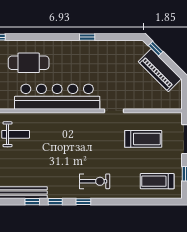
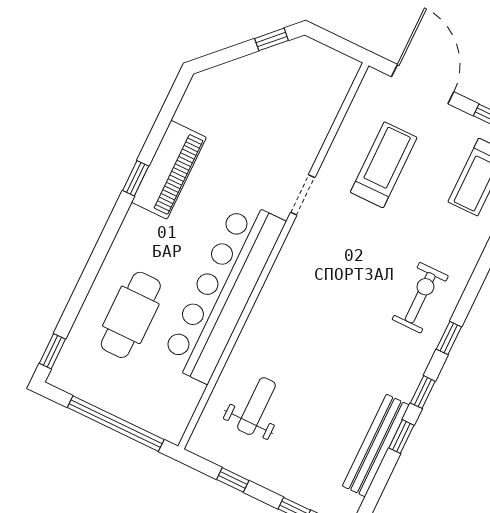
window: (156, 49) -> (272, 39), moved
piano: (160, 70) -> (169, 170), moved, turned -45

